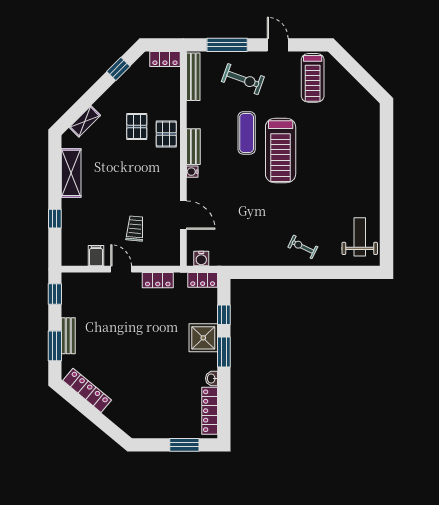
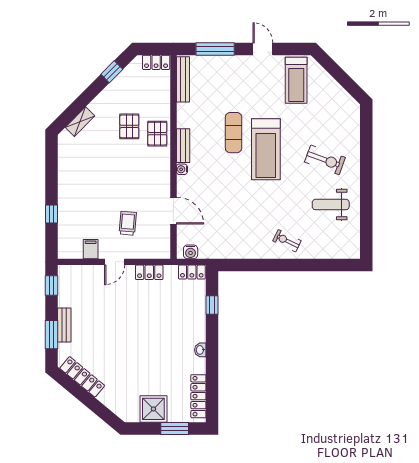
exercise bike: (243, 79) -> (325, 160), moved
shelving: (71, 173) -> (67, 171), removed
weight bench: (360, 237) -> (331, 205), moved, turned -90
door: (121, 269) -> (115, 262), swing flipped
shower: (203, 338) -> (153, 409), moved
window: (224, 352) -> (212, 340), removed
washbasin: (211, 378) -> (200, 350), moved

